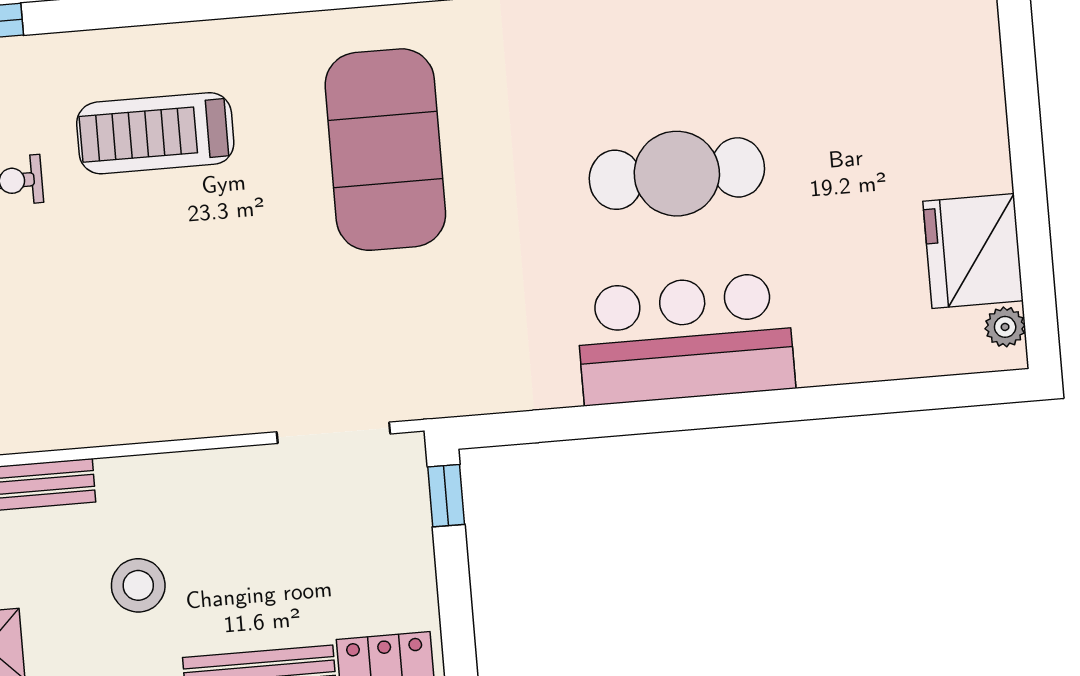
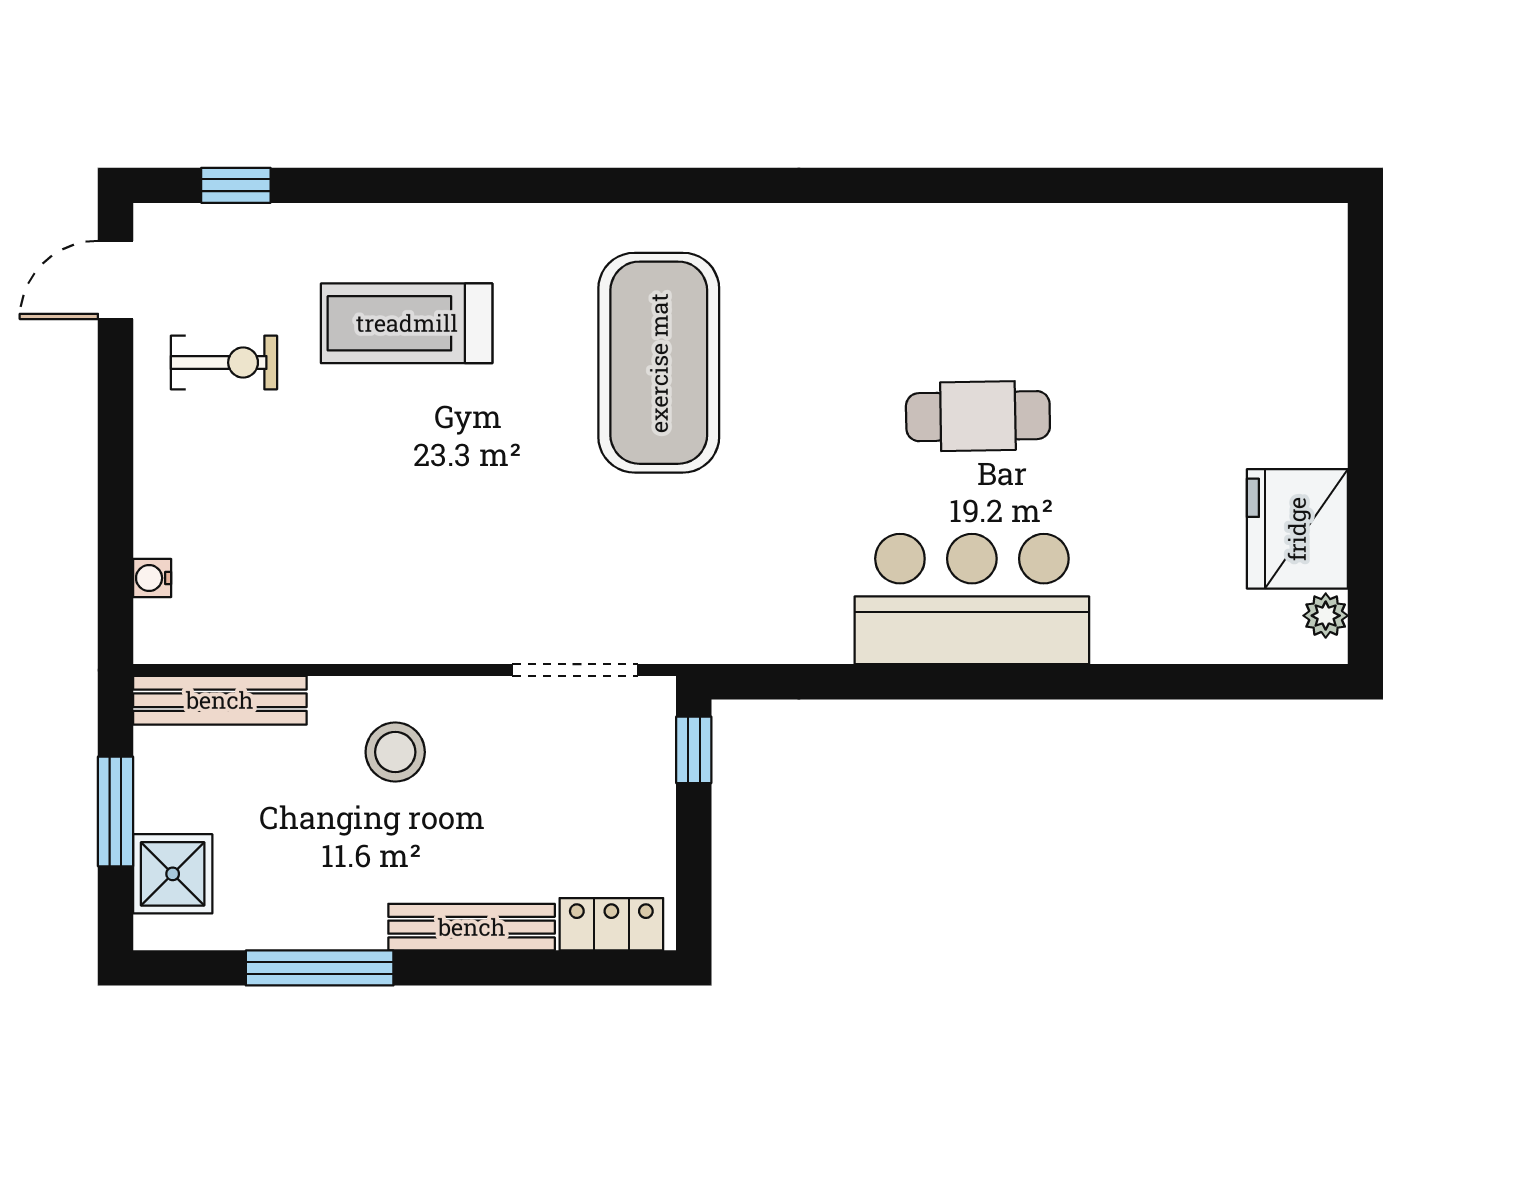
cafe table: (677, 174) -> (978, 416), width x0.73, depth x0.74
stool: (138, 585) -> (395, 752), moved

